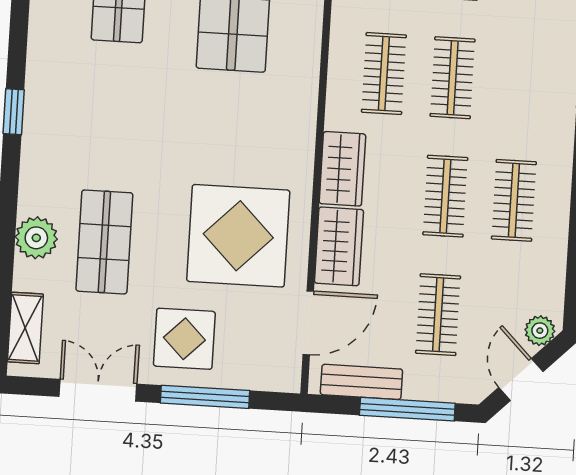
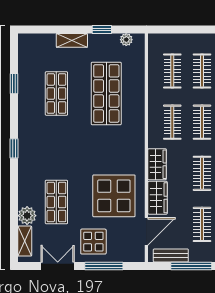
plant: (36, 238) -> (27, 216), moved

